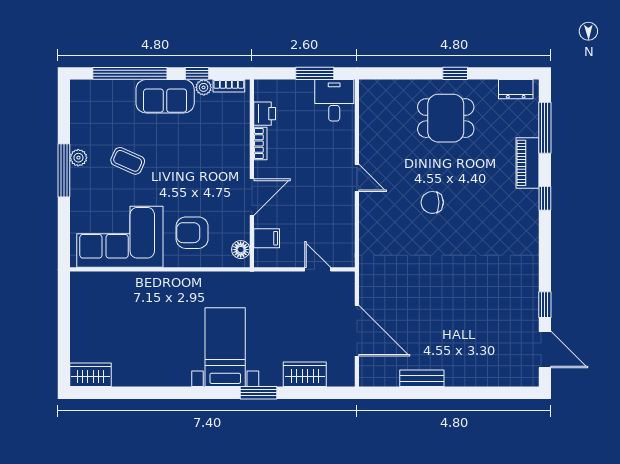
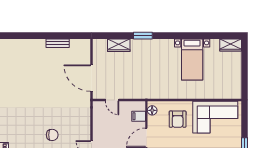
armchair: (192, 233) -> (178, 119), turned 90
door: (357, 331) -> (92, 78), moved
bed with nightstands: (225, 347) -> (192, 59), moved

